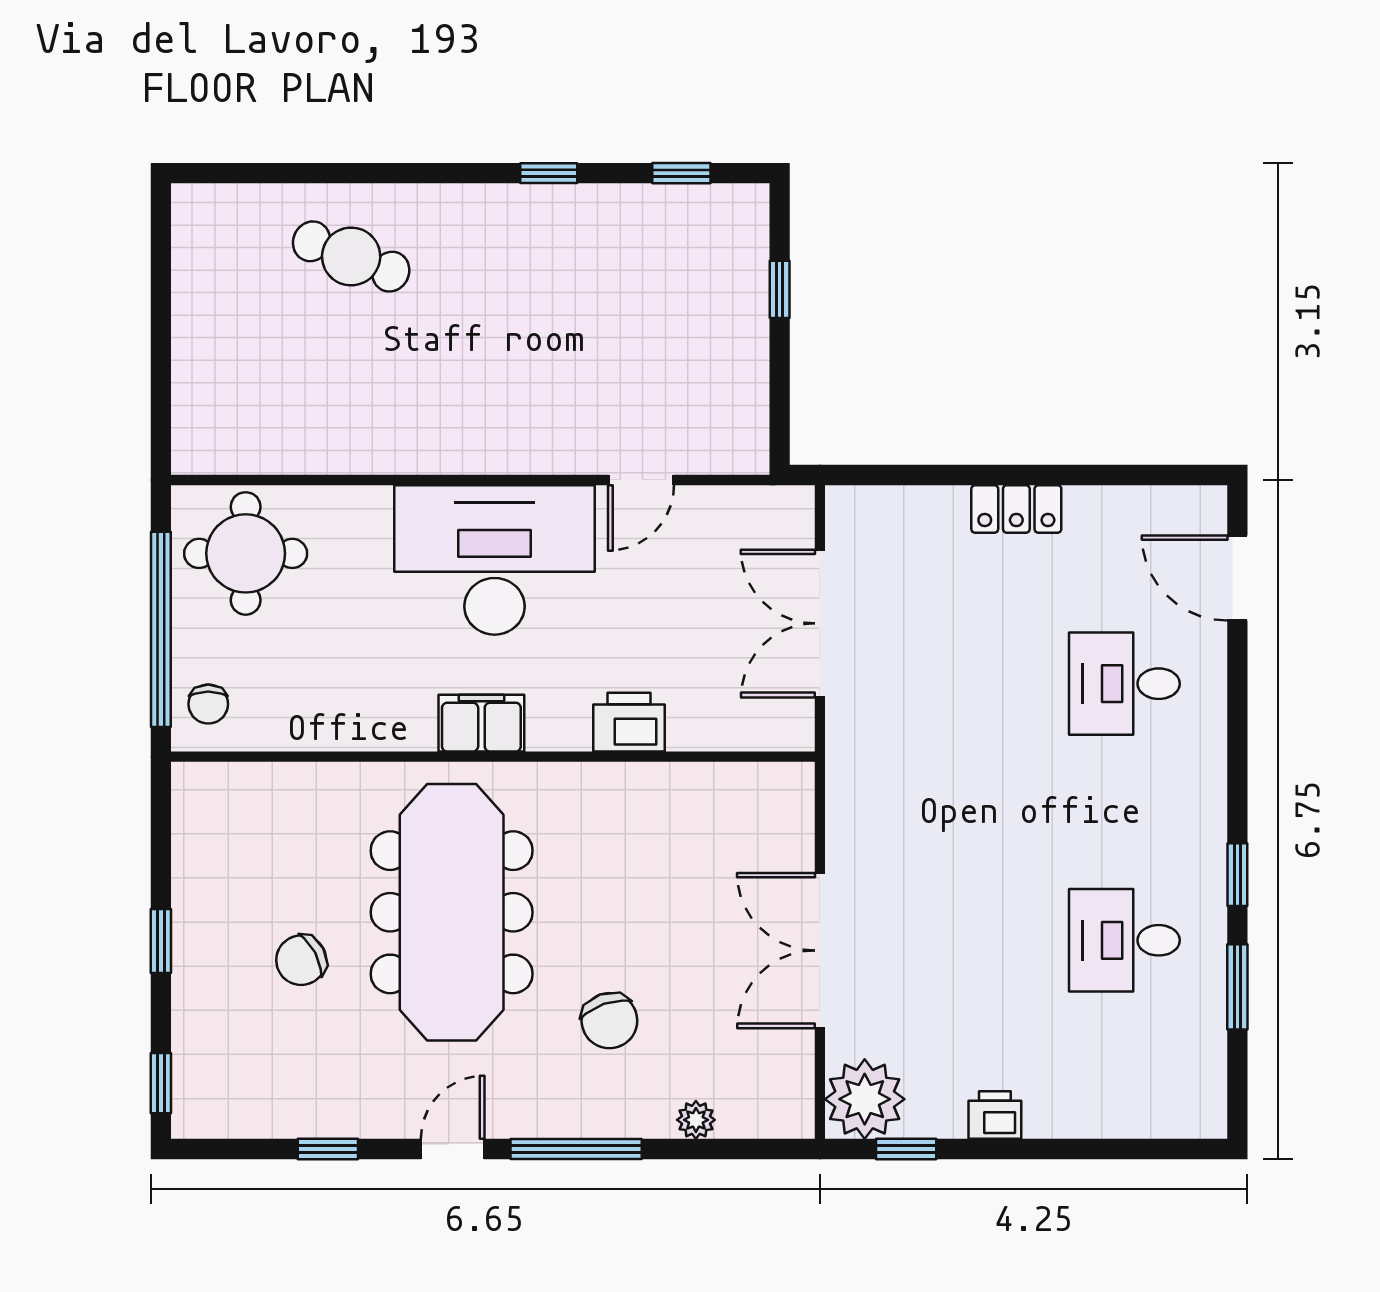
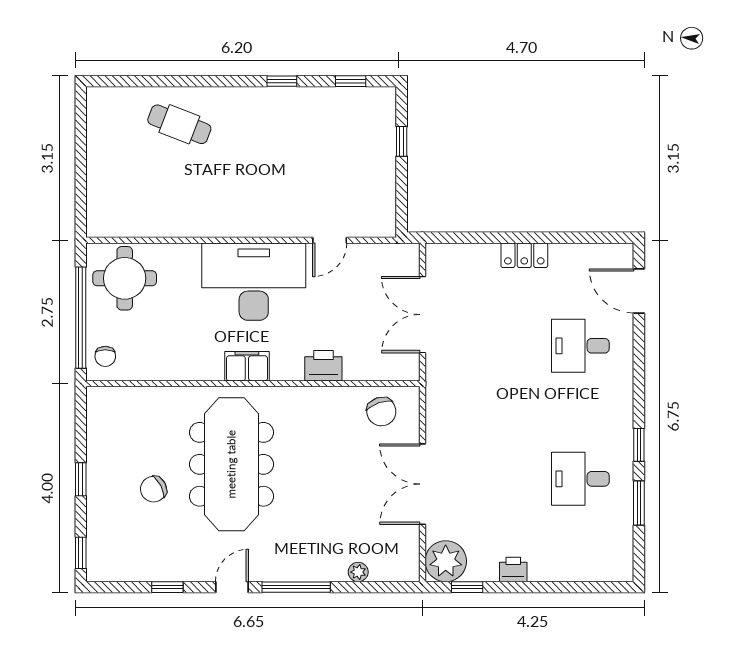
chair: (609, 1021) -> (381, 412), moved

